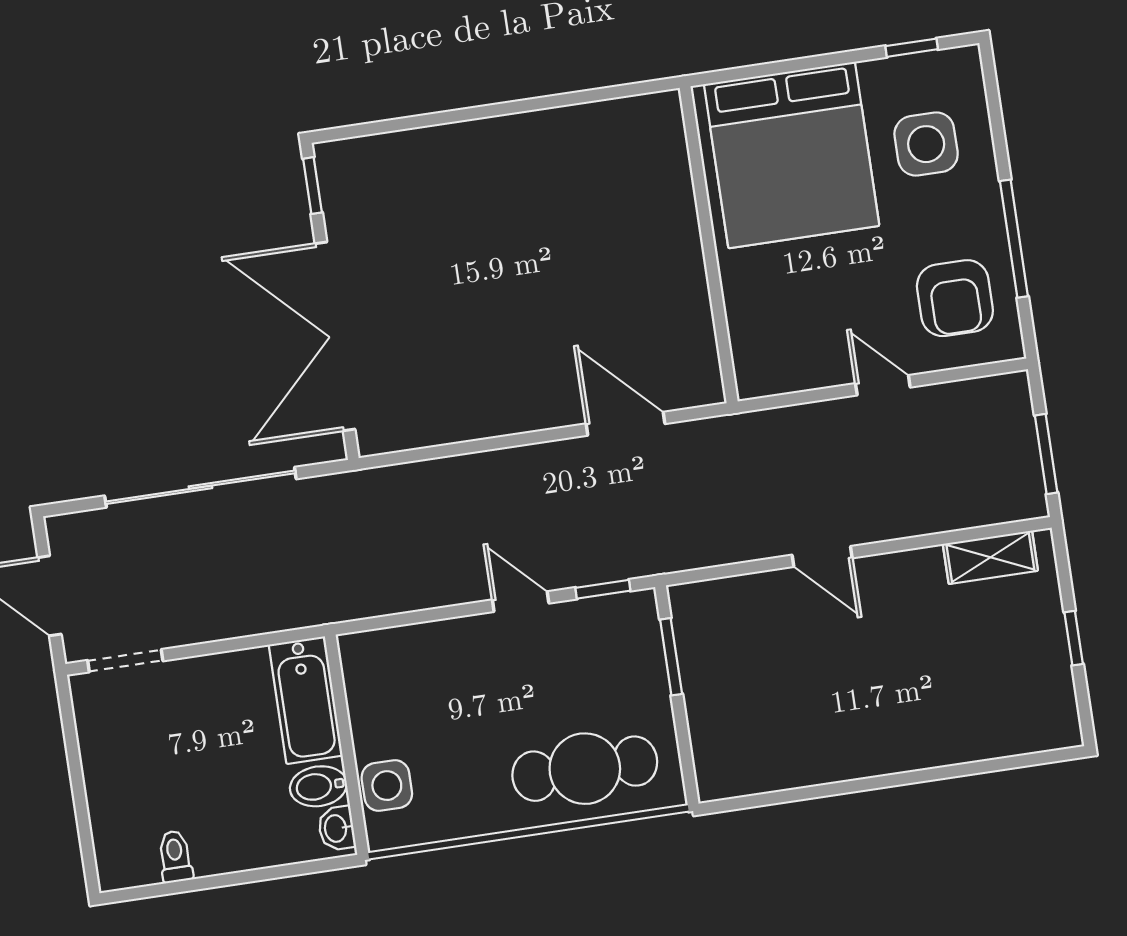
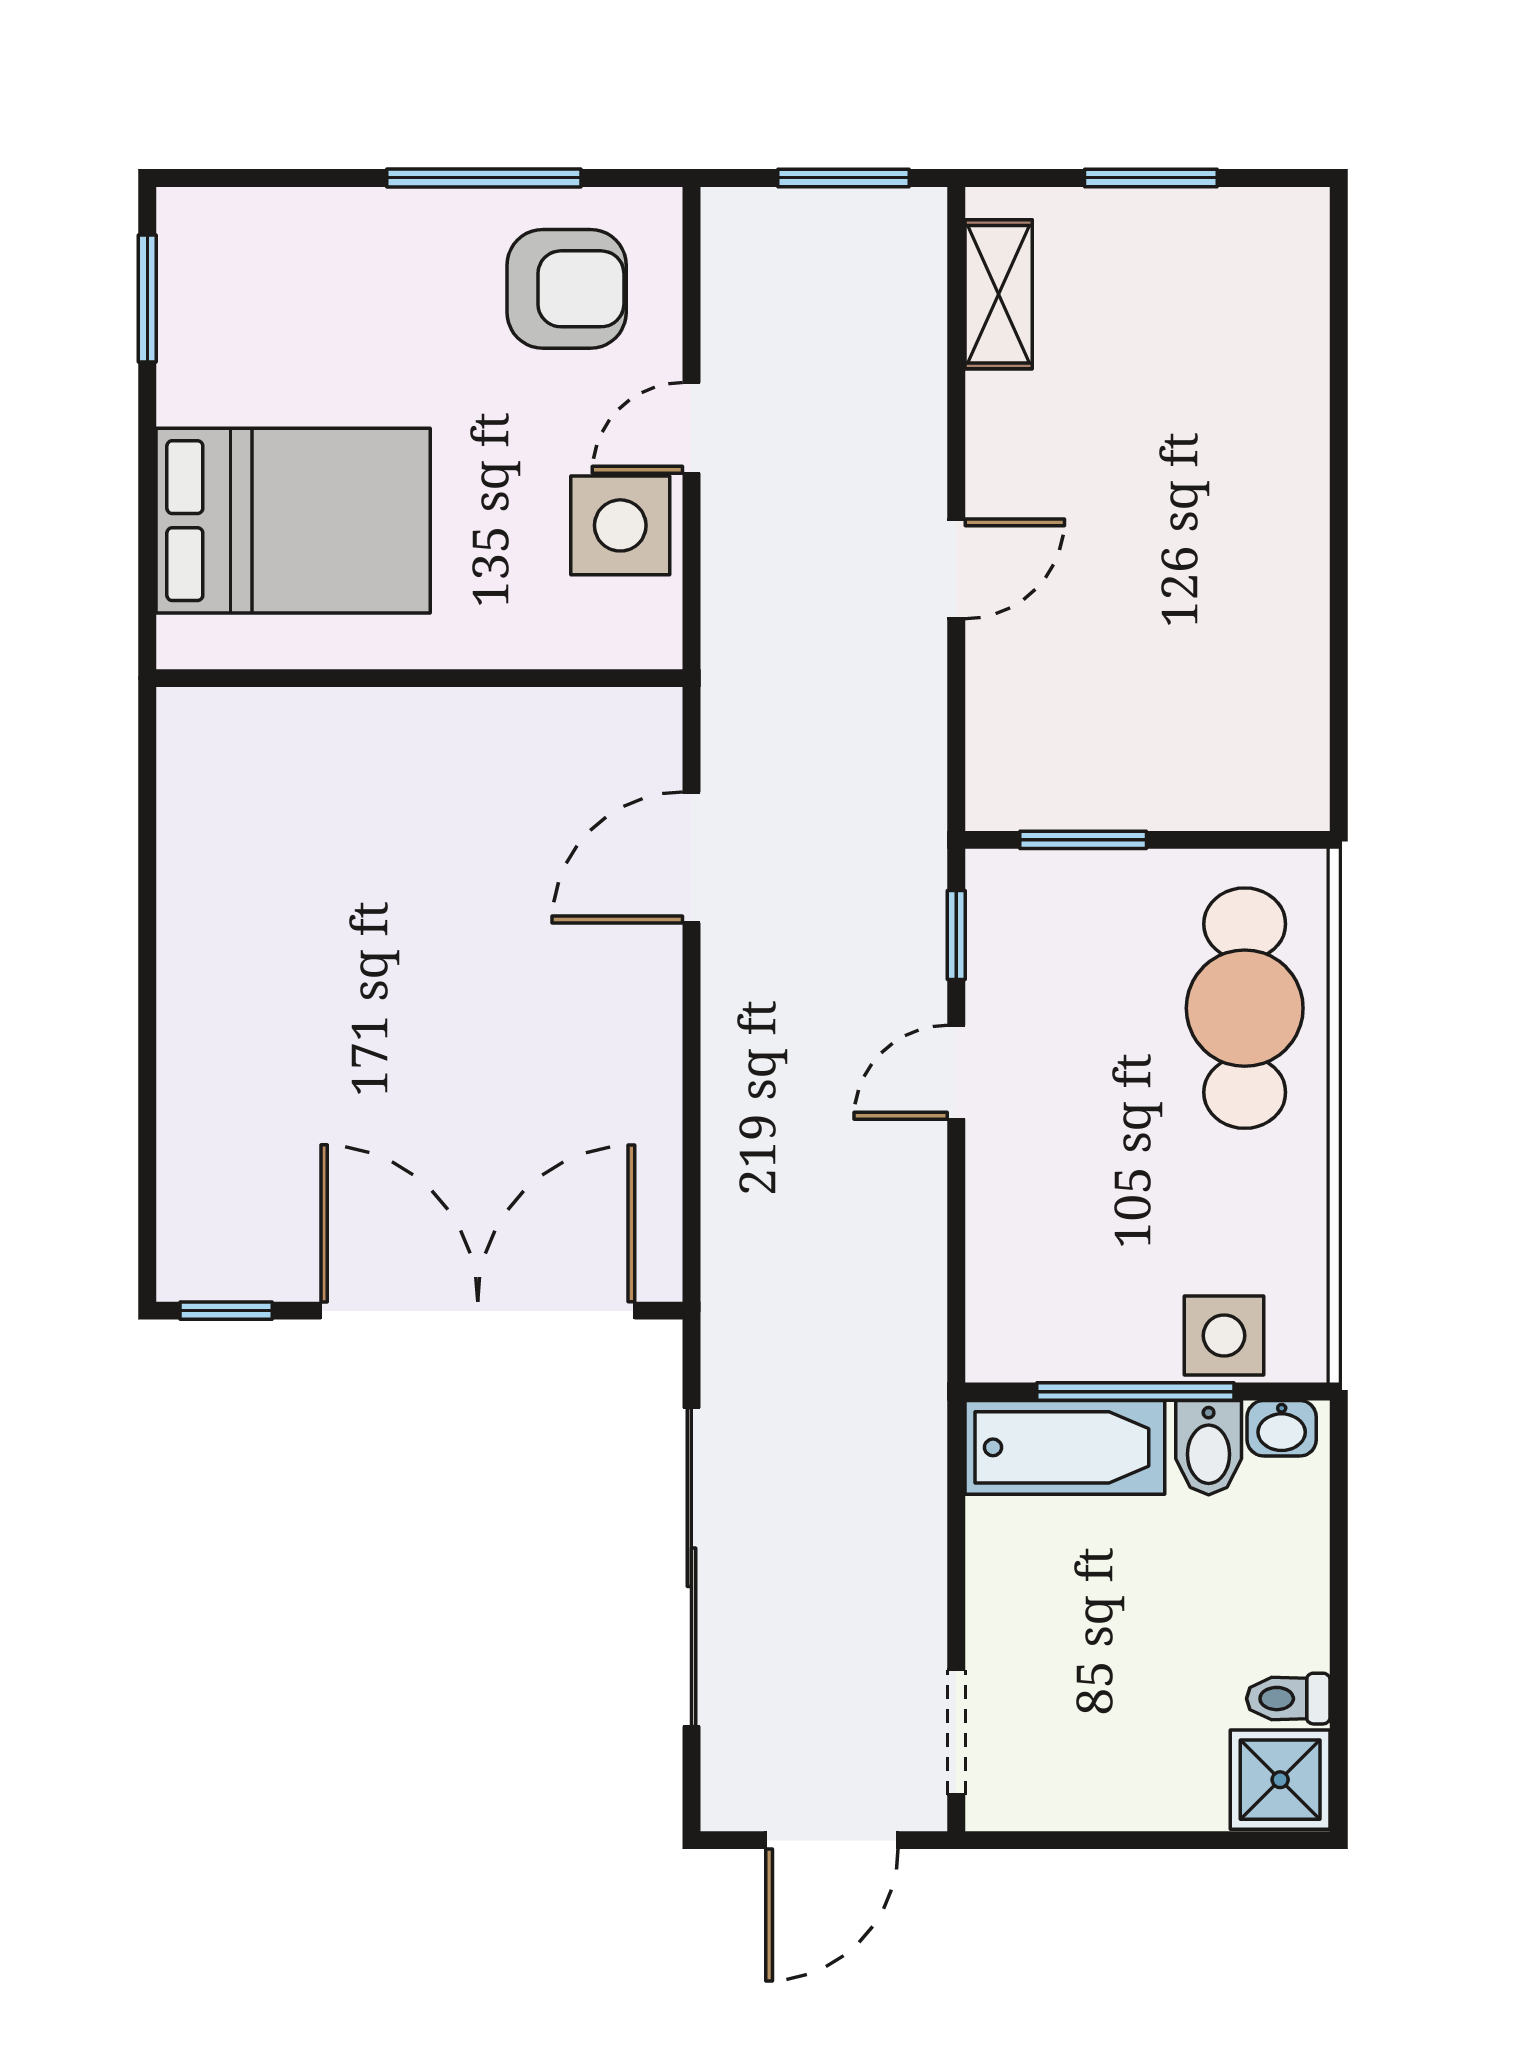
window: (912, 48) -> (147, 298), width x1.50
side table: (926, 144) -> (620, 525), moved
bed: (792, 155) -> (293, 521), width x0.73
double door: (335, 336) -> (478, 1311), swing flipped
window: (1074, 638) -> (1151, 178), width x1.50
window: (345, 737) -> (1135, 1392), added
shower: (126, 859) -> (1280, 1780), added

